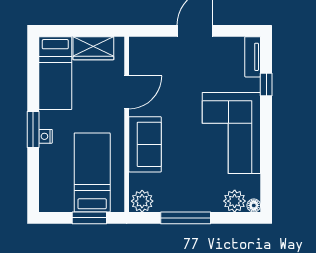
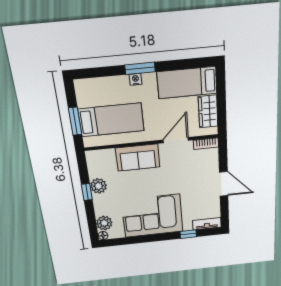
bookcase: (135, 53) -> (206, 144), added
door: (127, 92) -> (176, 140), swing flipped
plant: (142, 201) -> (98, 186), moved
window: (186, 218) -> (87, 192), width x0.46

